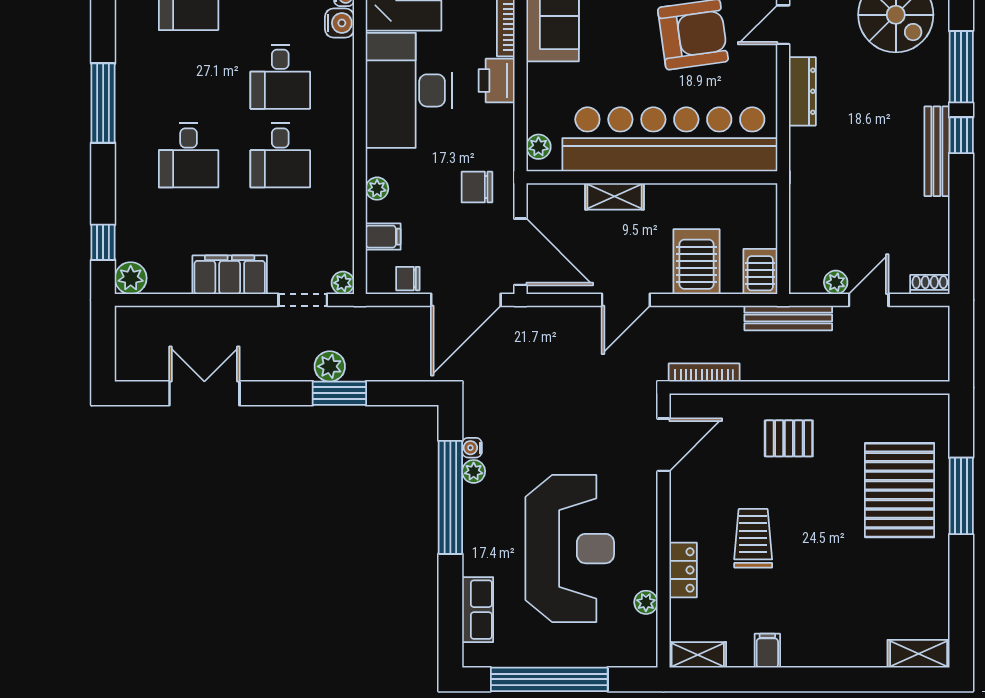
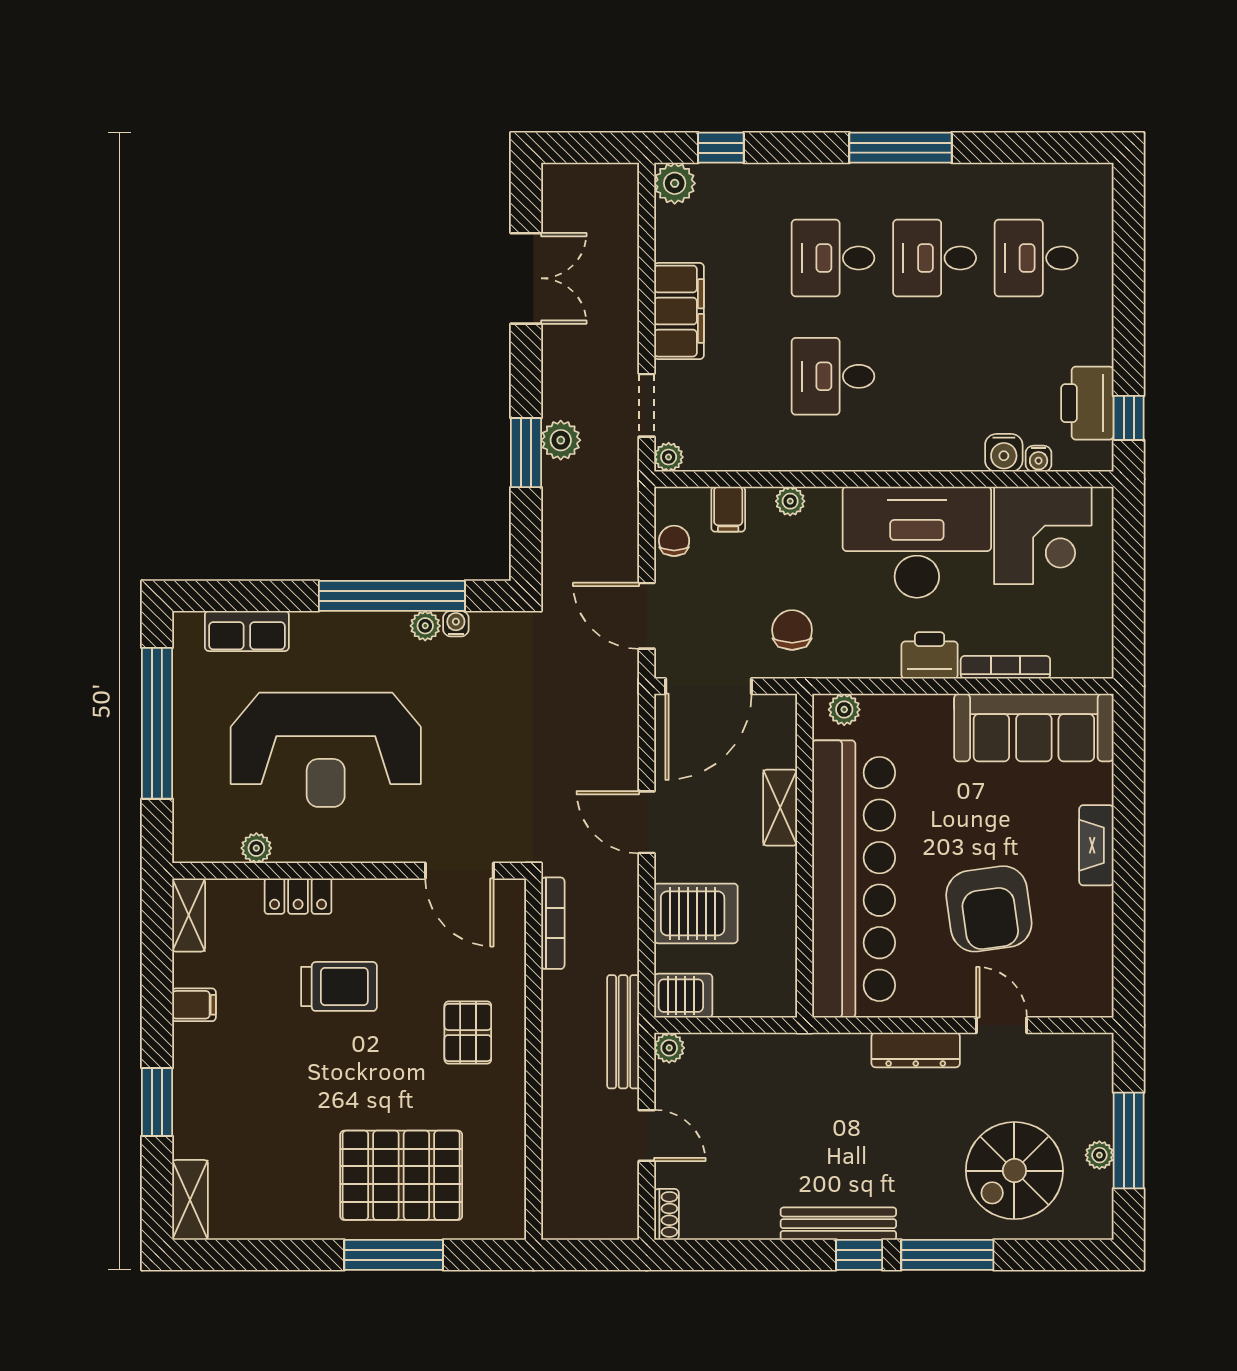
desk: (280, 77) -> (935, 258), moved
plant: (836, 282) -> (669, 1048), moved
door: (466, 300) -> (647, 616), width x0.73
window: (843, 679) -> (157, 1102), added

